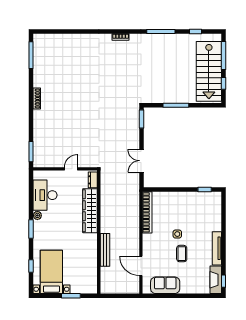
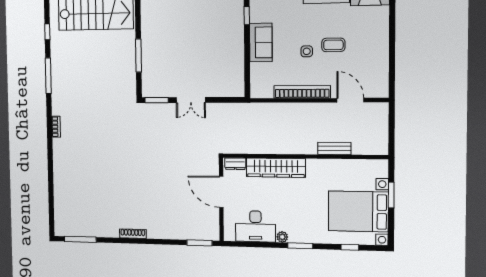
double door: (141, 161) -> (191, 100), moved
door: (71, 169) -> (221, 192), width x1.88
bookcase: (147, 212) -> (302, 92), moved
bench: (105, 250) -> (334, 148), width x0.73
door: (141, 266) -> (350, 100), swing flipped
bed with nightstands: (51, 272) -> (358, 211), width x1.36
sofa: (165, 285) -> (261, 42), moved, turned 180

